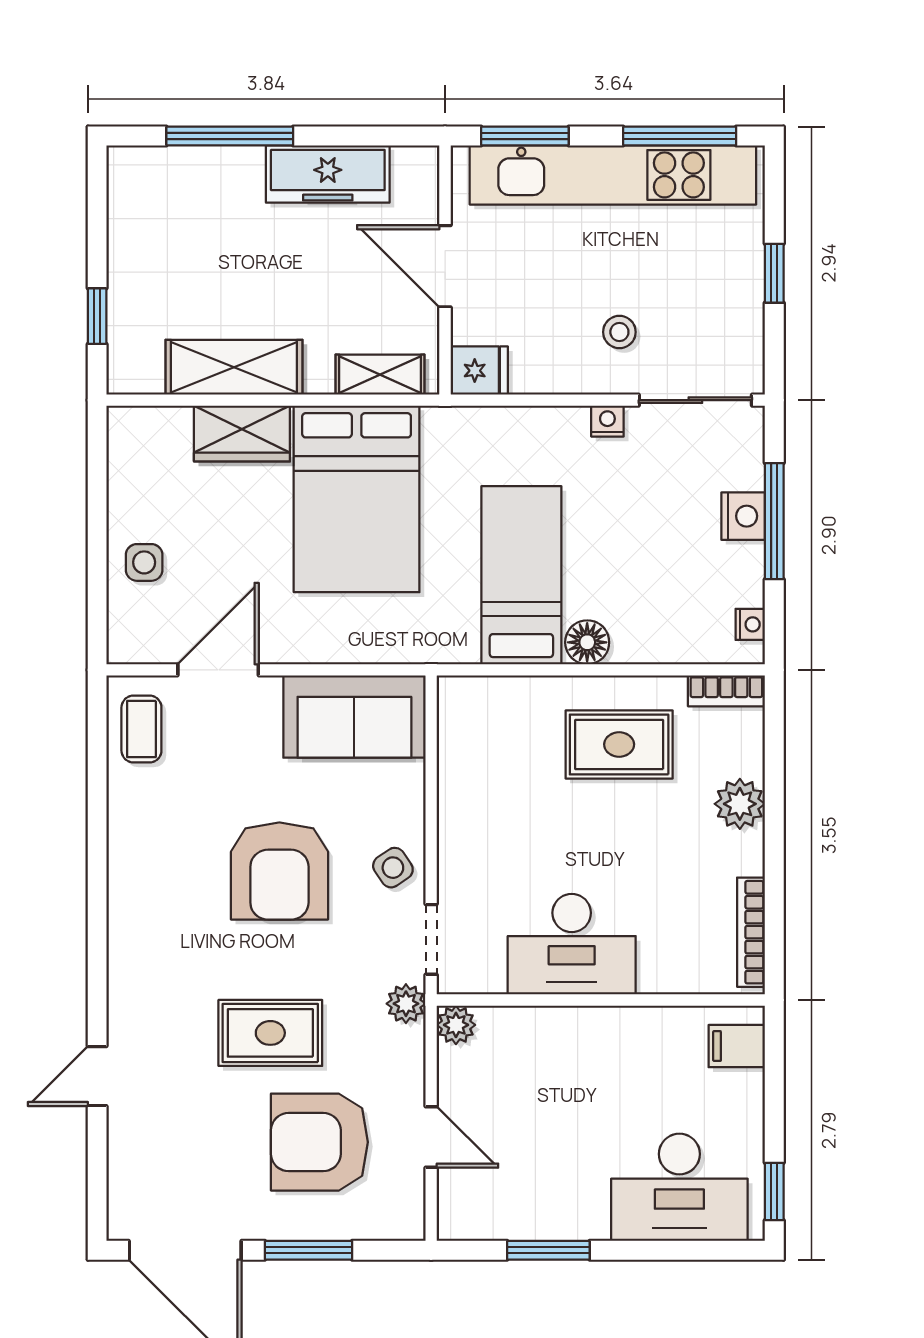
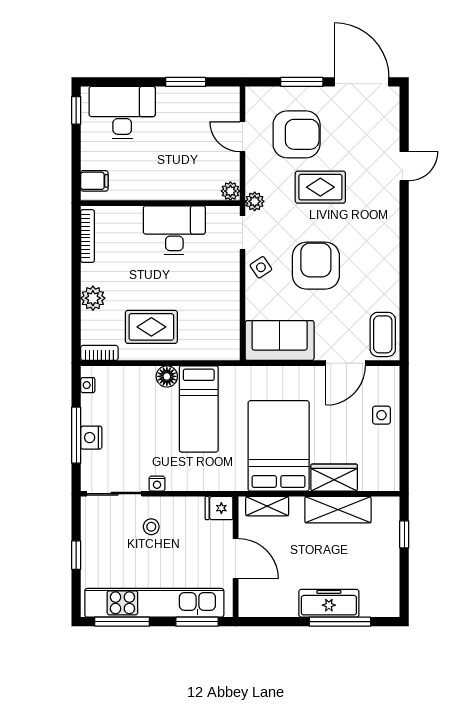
freezer: (328, 174) -> (329, 603), moved
coffee table: (141, 729) -> (383, 334), width x1.36, depth x1.30

